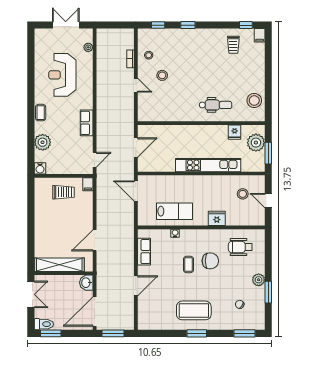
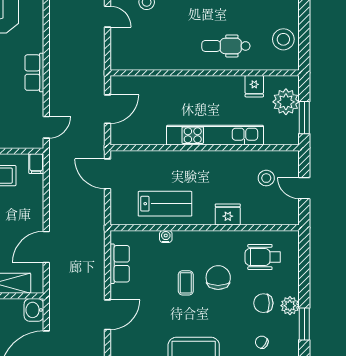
dental chair: (216, 105) -> (226, 46), turned 180
chair: (210, 261) -> (218, 278), turned -90
chair: (241, 278) -> (263, 303), added

